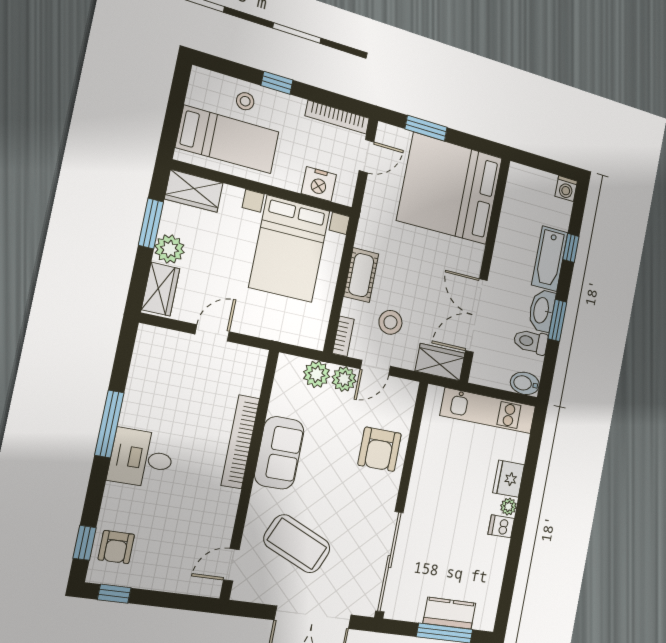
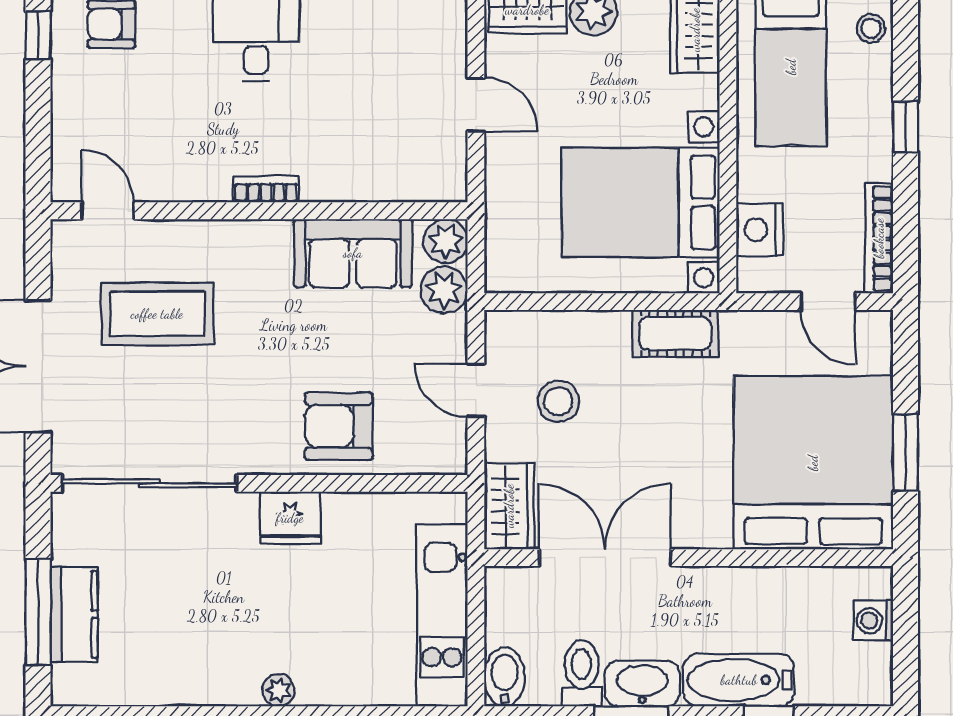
stool: (245, 101) -> (871, 28), moved
window: (426, 128) -> (905, 453), moved
washing machine: (566, 189) -> (873, 621), moved
cot: (361, 275) -> (675, 333), moved
bookcase: (343, 336) -> (517, 323), removed
plant: (344, 379) -> (446, 241), moved
bookcase: (240, 442) -> (266, 189), width x0.43, depth x0.76
sofa: (279, 453) -> (353, 253), moved
fridge: (509, 479) -> (290, 518), moved, turned 180
dishwasher: (501, 526) -> (241, 683), removed
coffee table: (297, 544) -> (157, 314), turned 66

